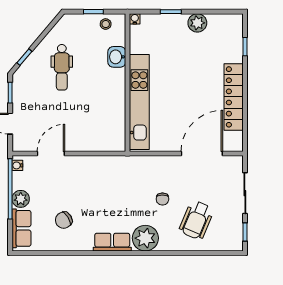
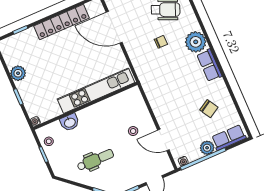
stool: (76, 124) -> (133, 131), added

